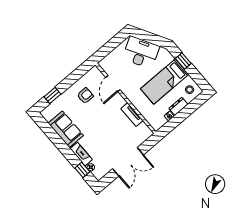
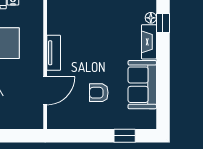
armchair: (85, 96) -> (99, 93), moved
tv unit: (132, 115) -> (54, 53), moved

